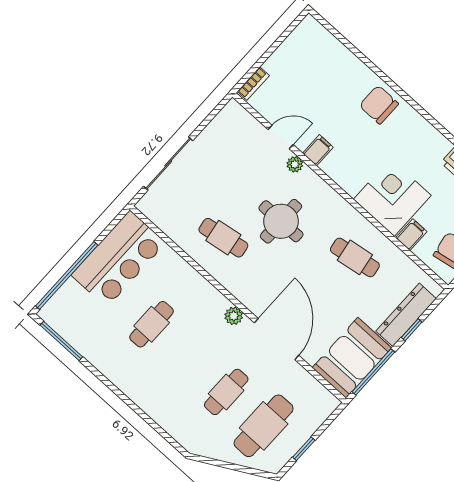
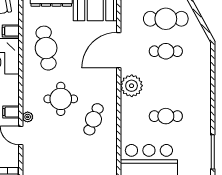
cafe table: (223, 238) -> (93, 119), turned 30
cafe table: (355, 257) -> (46, 48), width x1.37, depth x1.35
plant: (234, 316) -> (132, 86), width x1.88, depth x1.88

